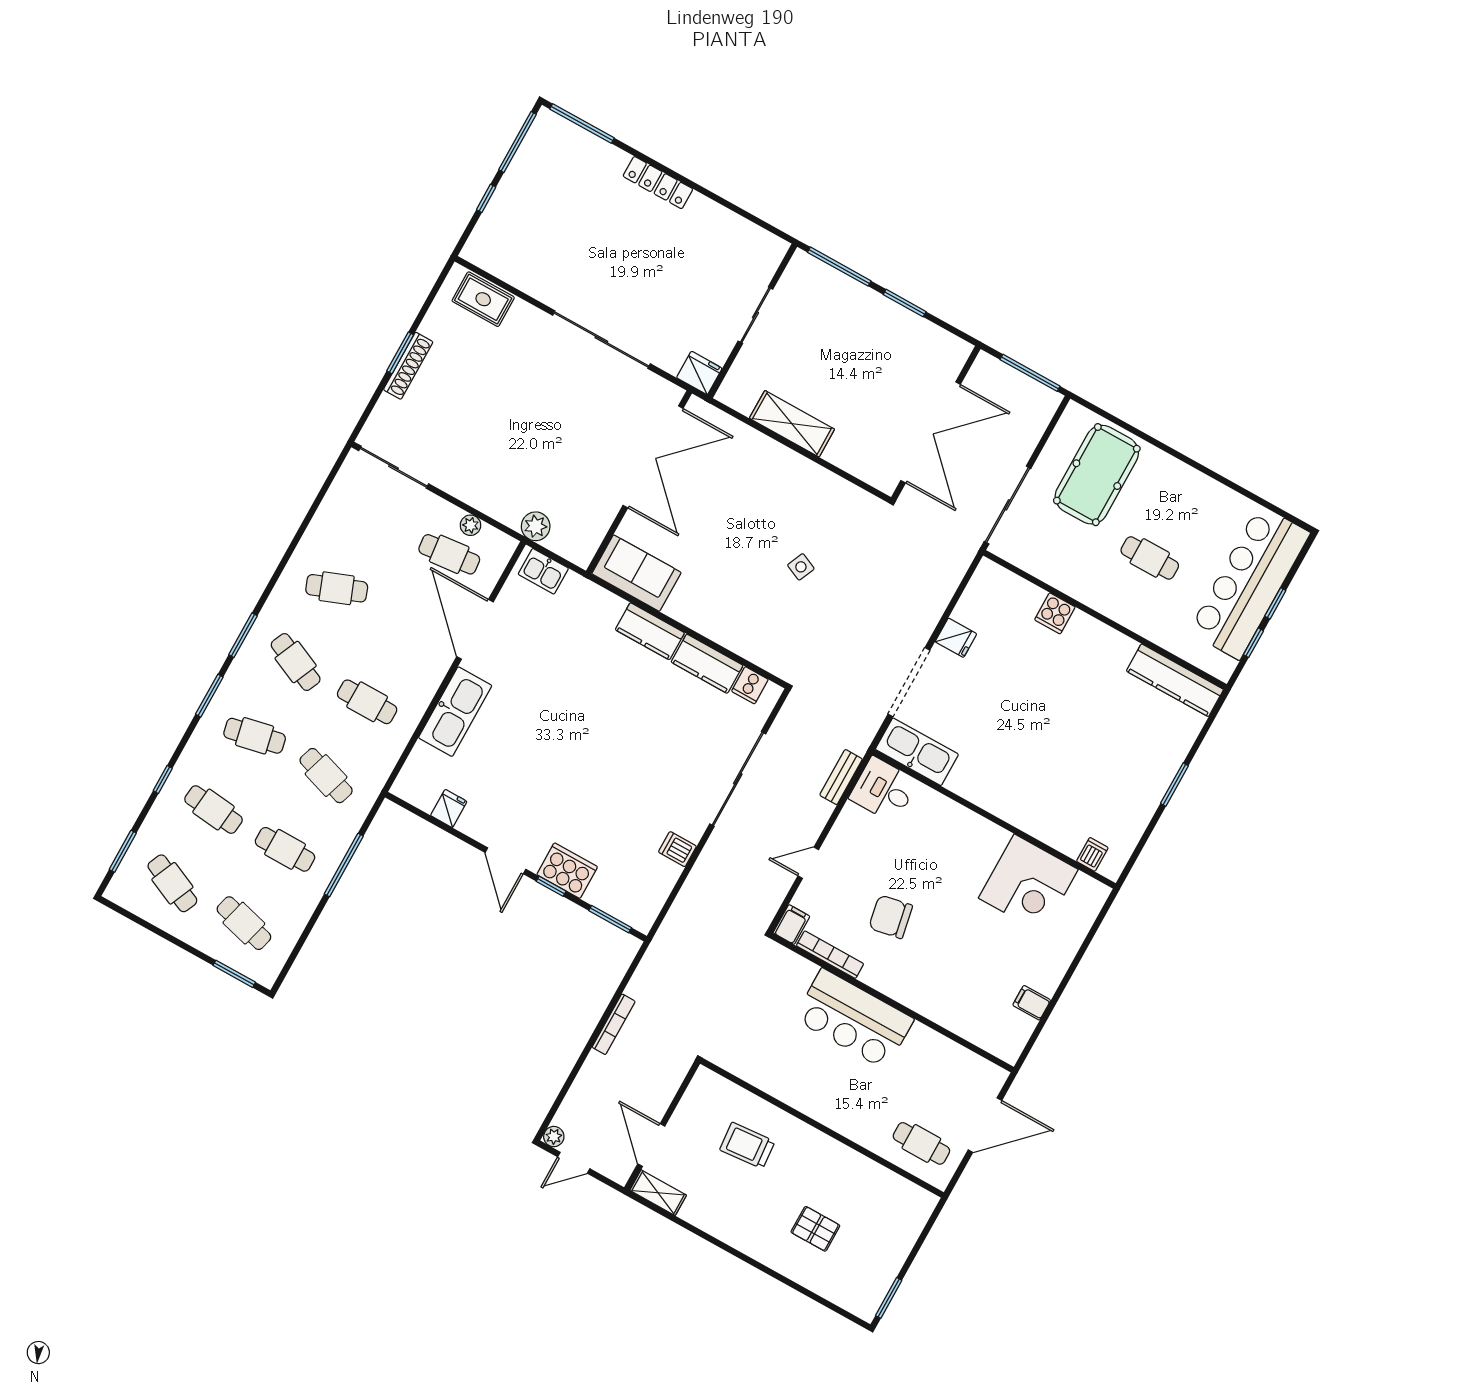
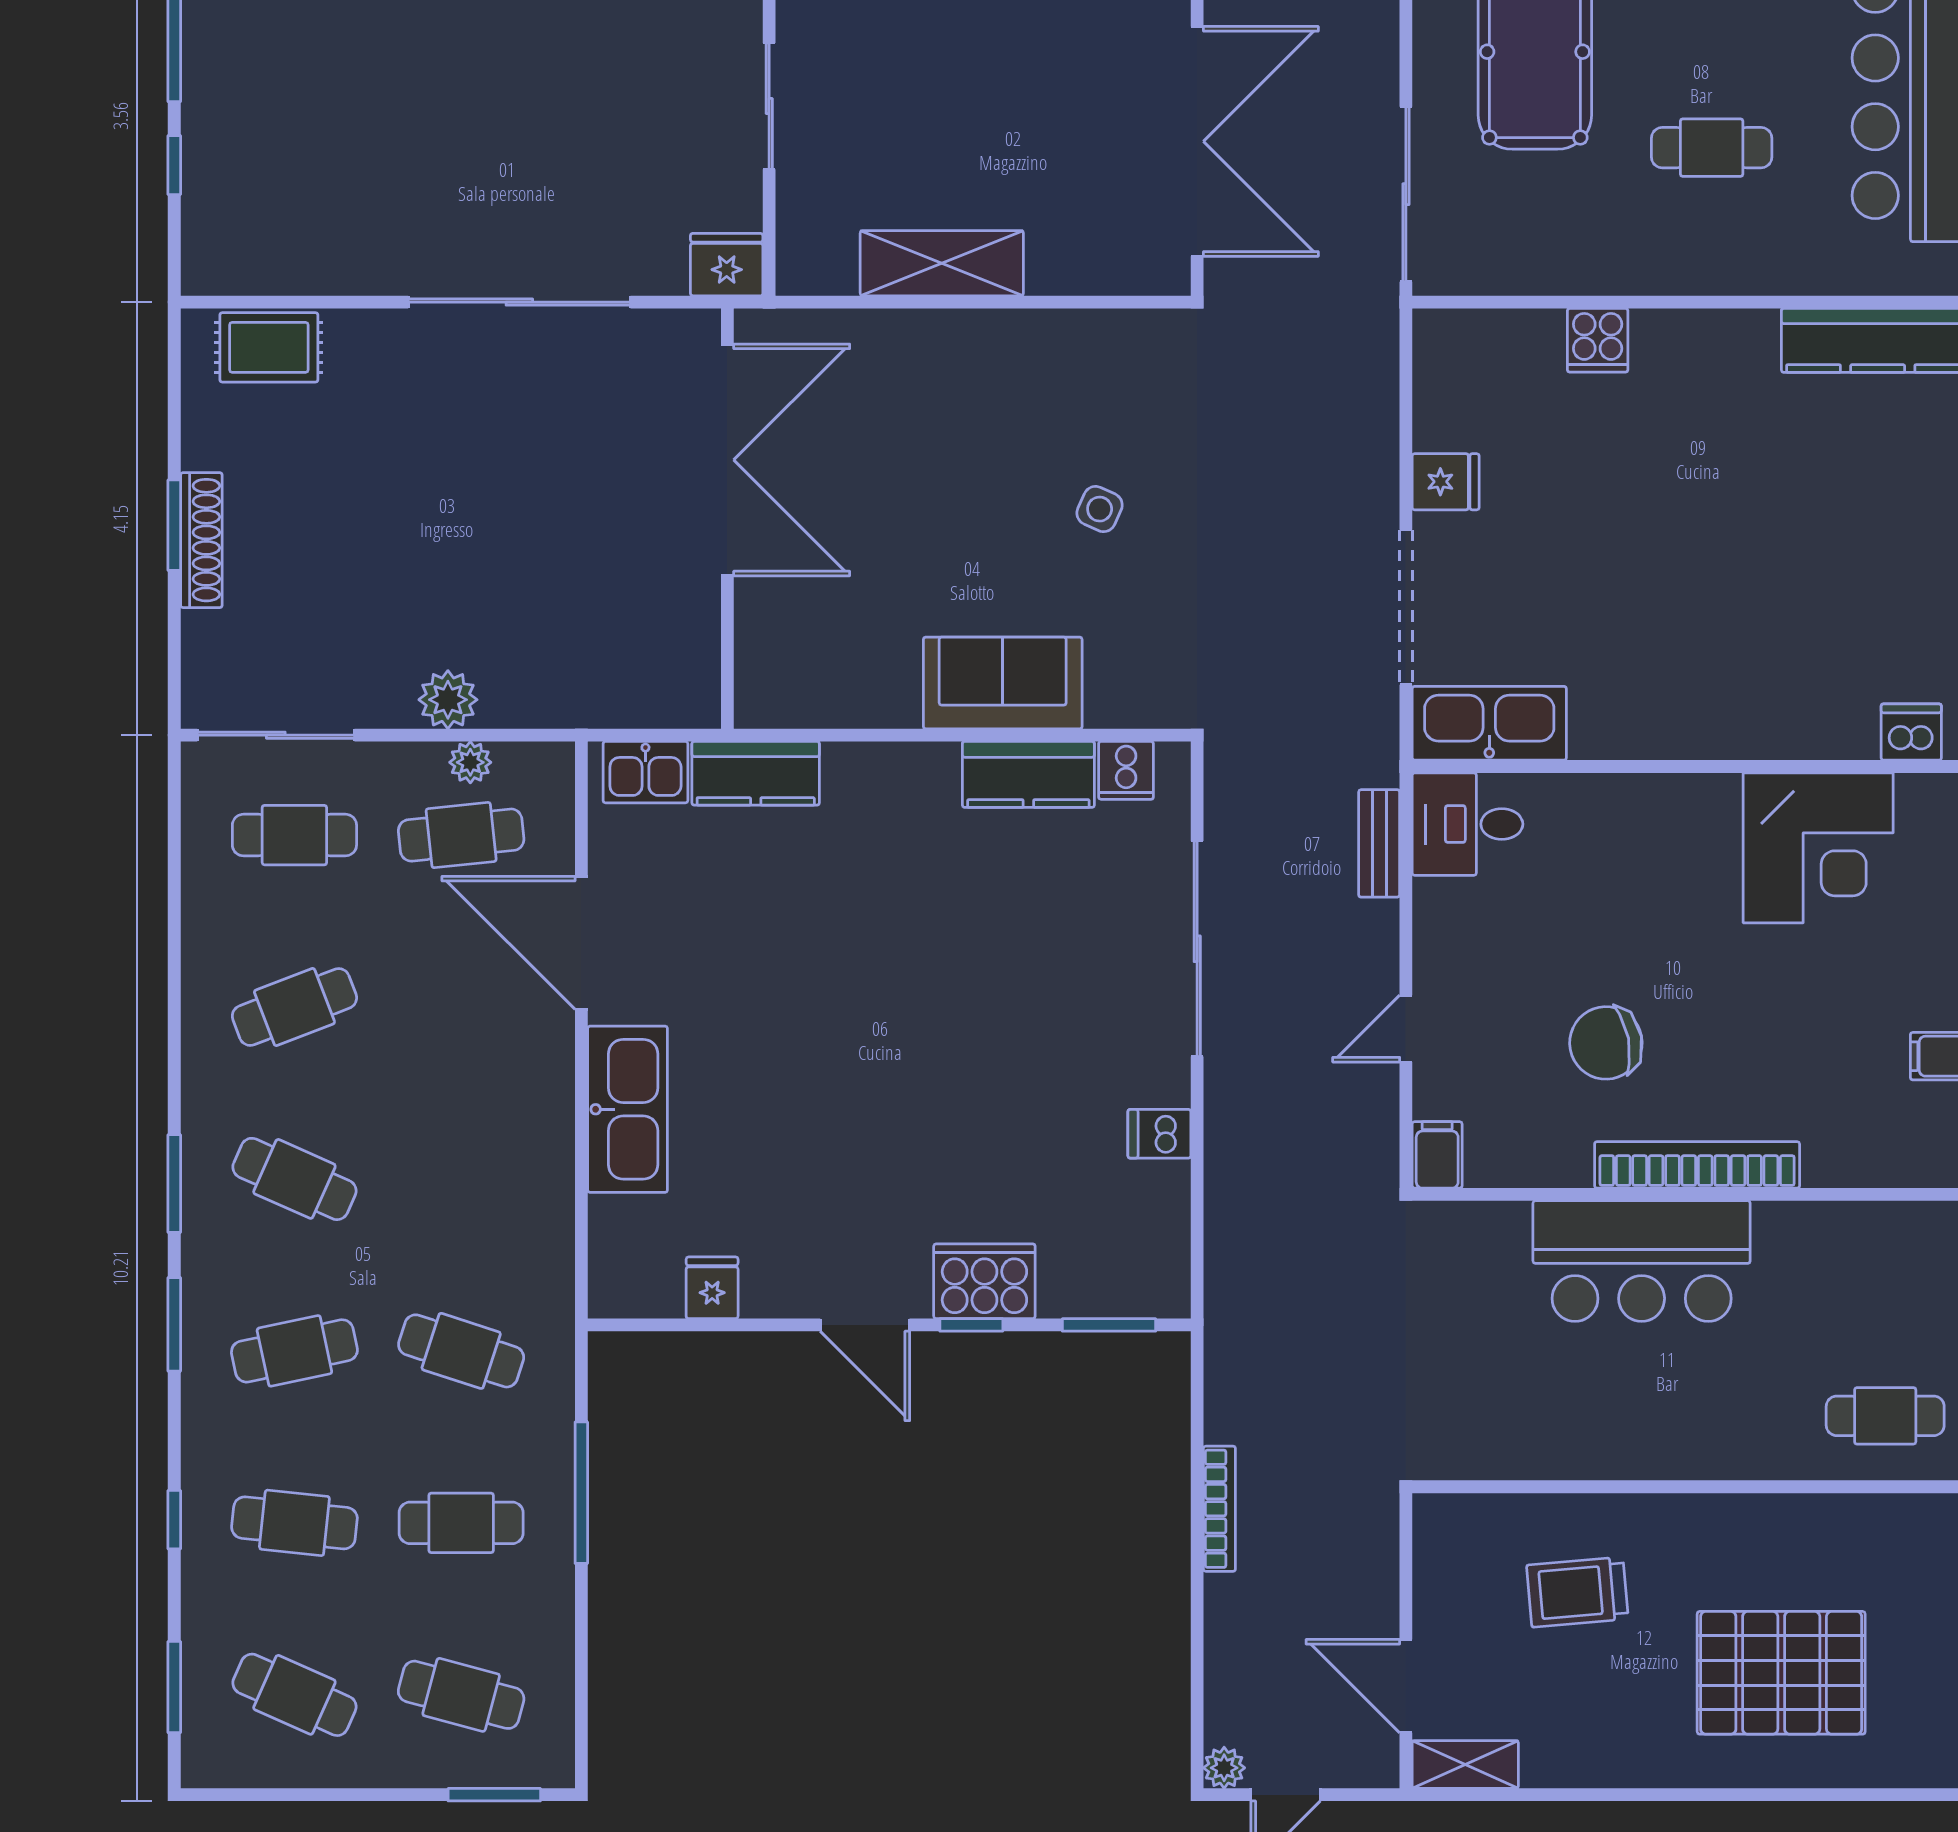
plant: (536, 526) -> (448, 700), moved
sofa: (636, 573) -> (1003, 683), moved
kitchen counter: (650, 631) -> (756, 773), moved
cafe table: (367, 702) -> (294, 835), moved
dishwasher: (1092, 854) -> (1911, 732), width x1.38
bookcase: (830, 955) -> (1697, 1165), moved, width x1.48, depth x1.31
pallet: (815, 1229) -> (1781, 1673), width x2.05, depth x2.00

